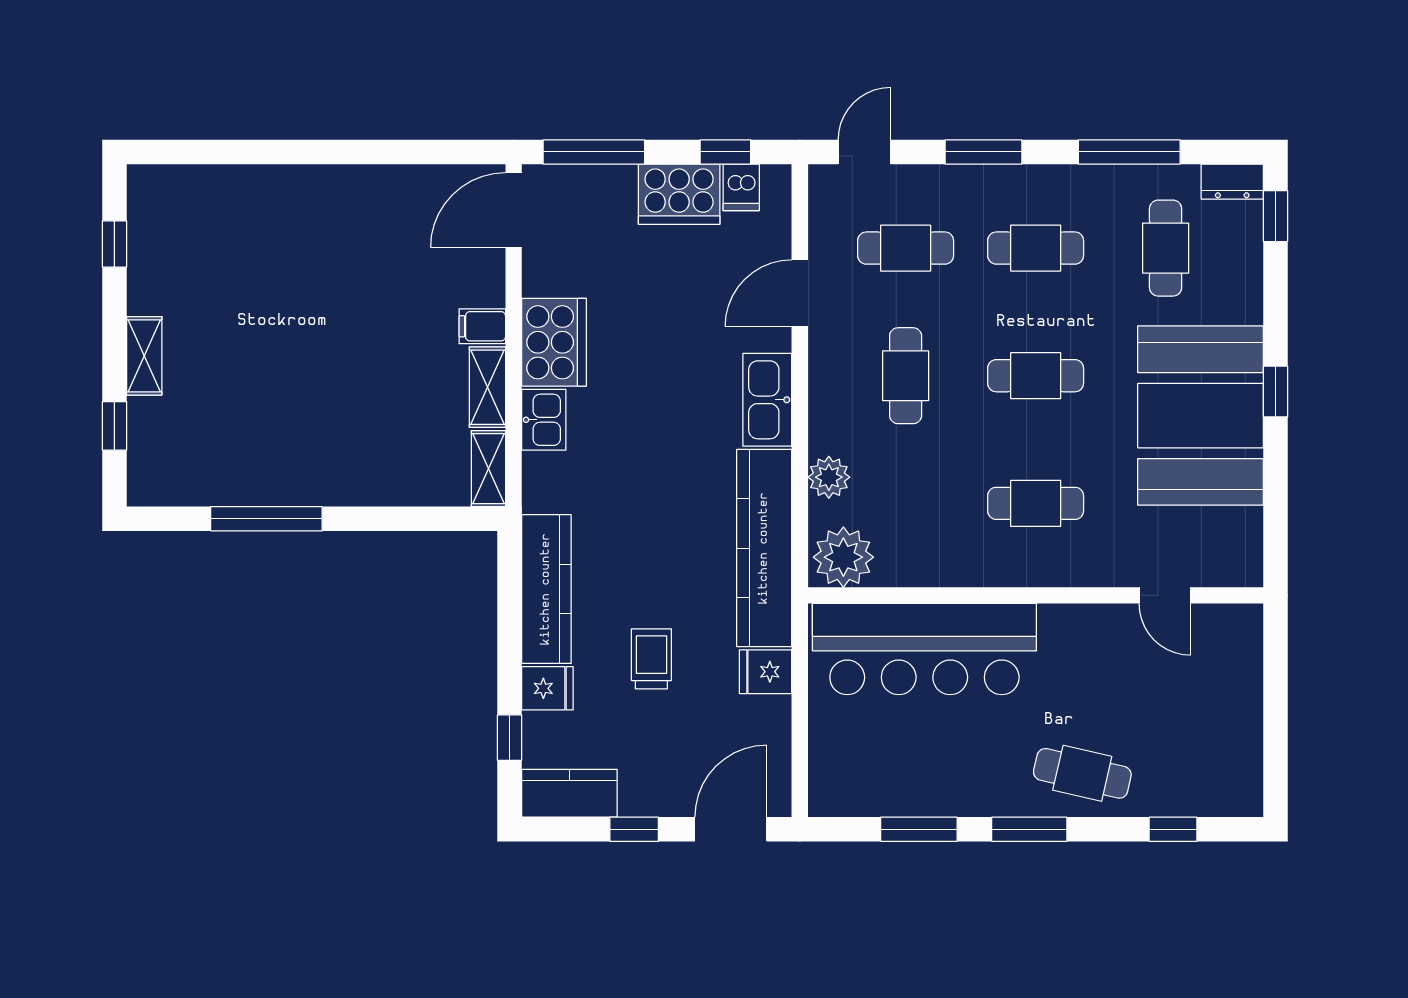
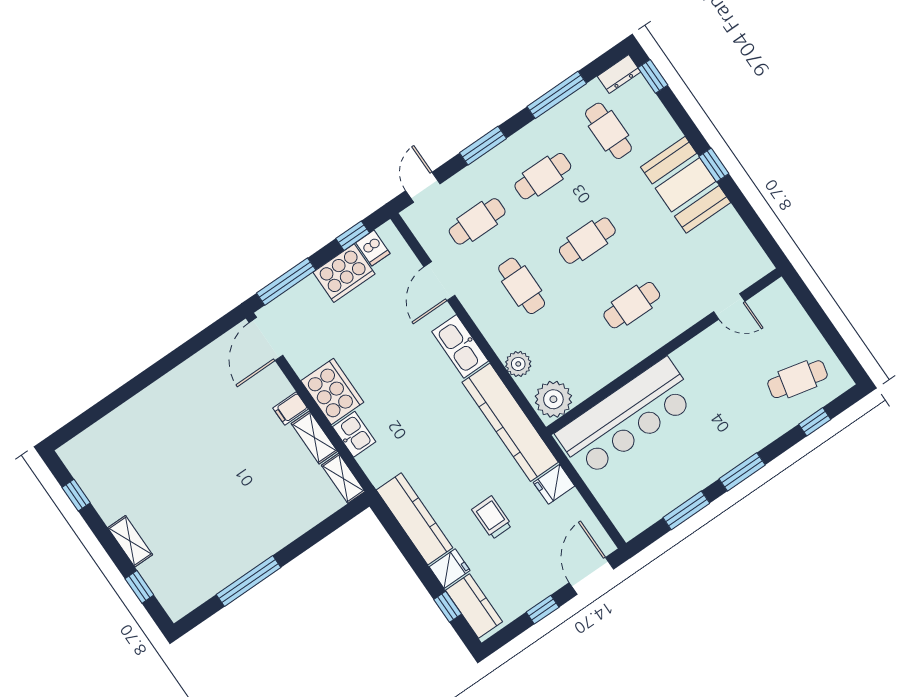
booth: (1200, 416) -> (686, 185), width x0.73, depth x0.70
cafe table: (1082, 773) -> (797, 379), moved
kitchen counter: (569, 793) -> (474, 606), moved, turned 90

